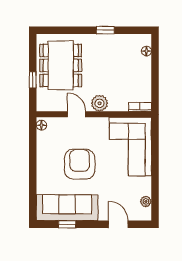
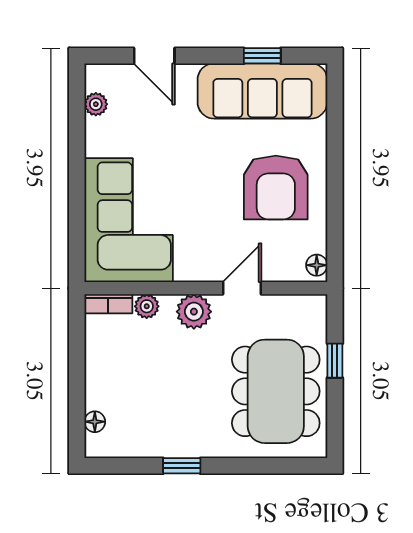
plant: (122, 106) -> (147, 306), added
door: (77, 114) -> (242, 288), swing flipped
armchair: (80, 164) -> (276, 187), moved

